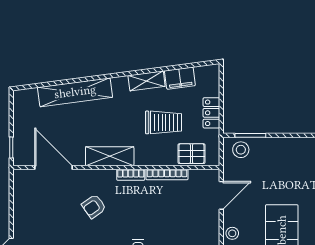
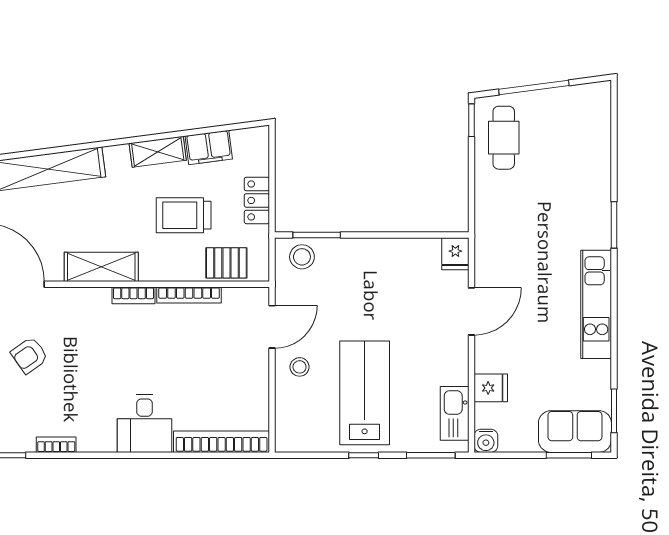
trolley: (163, 122) -> (184, 215), turned 180
armchair: (94, 206) -> (29, 355), moved
stool: (232, 233) -> (300, 367), moved

